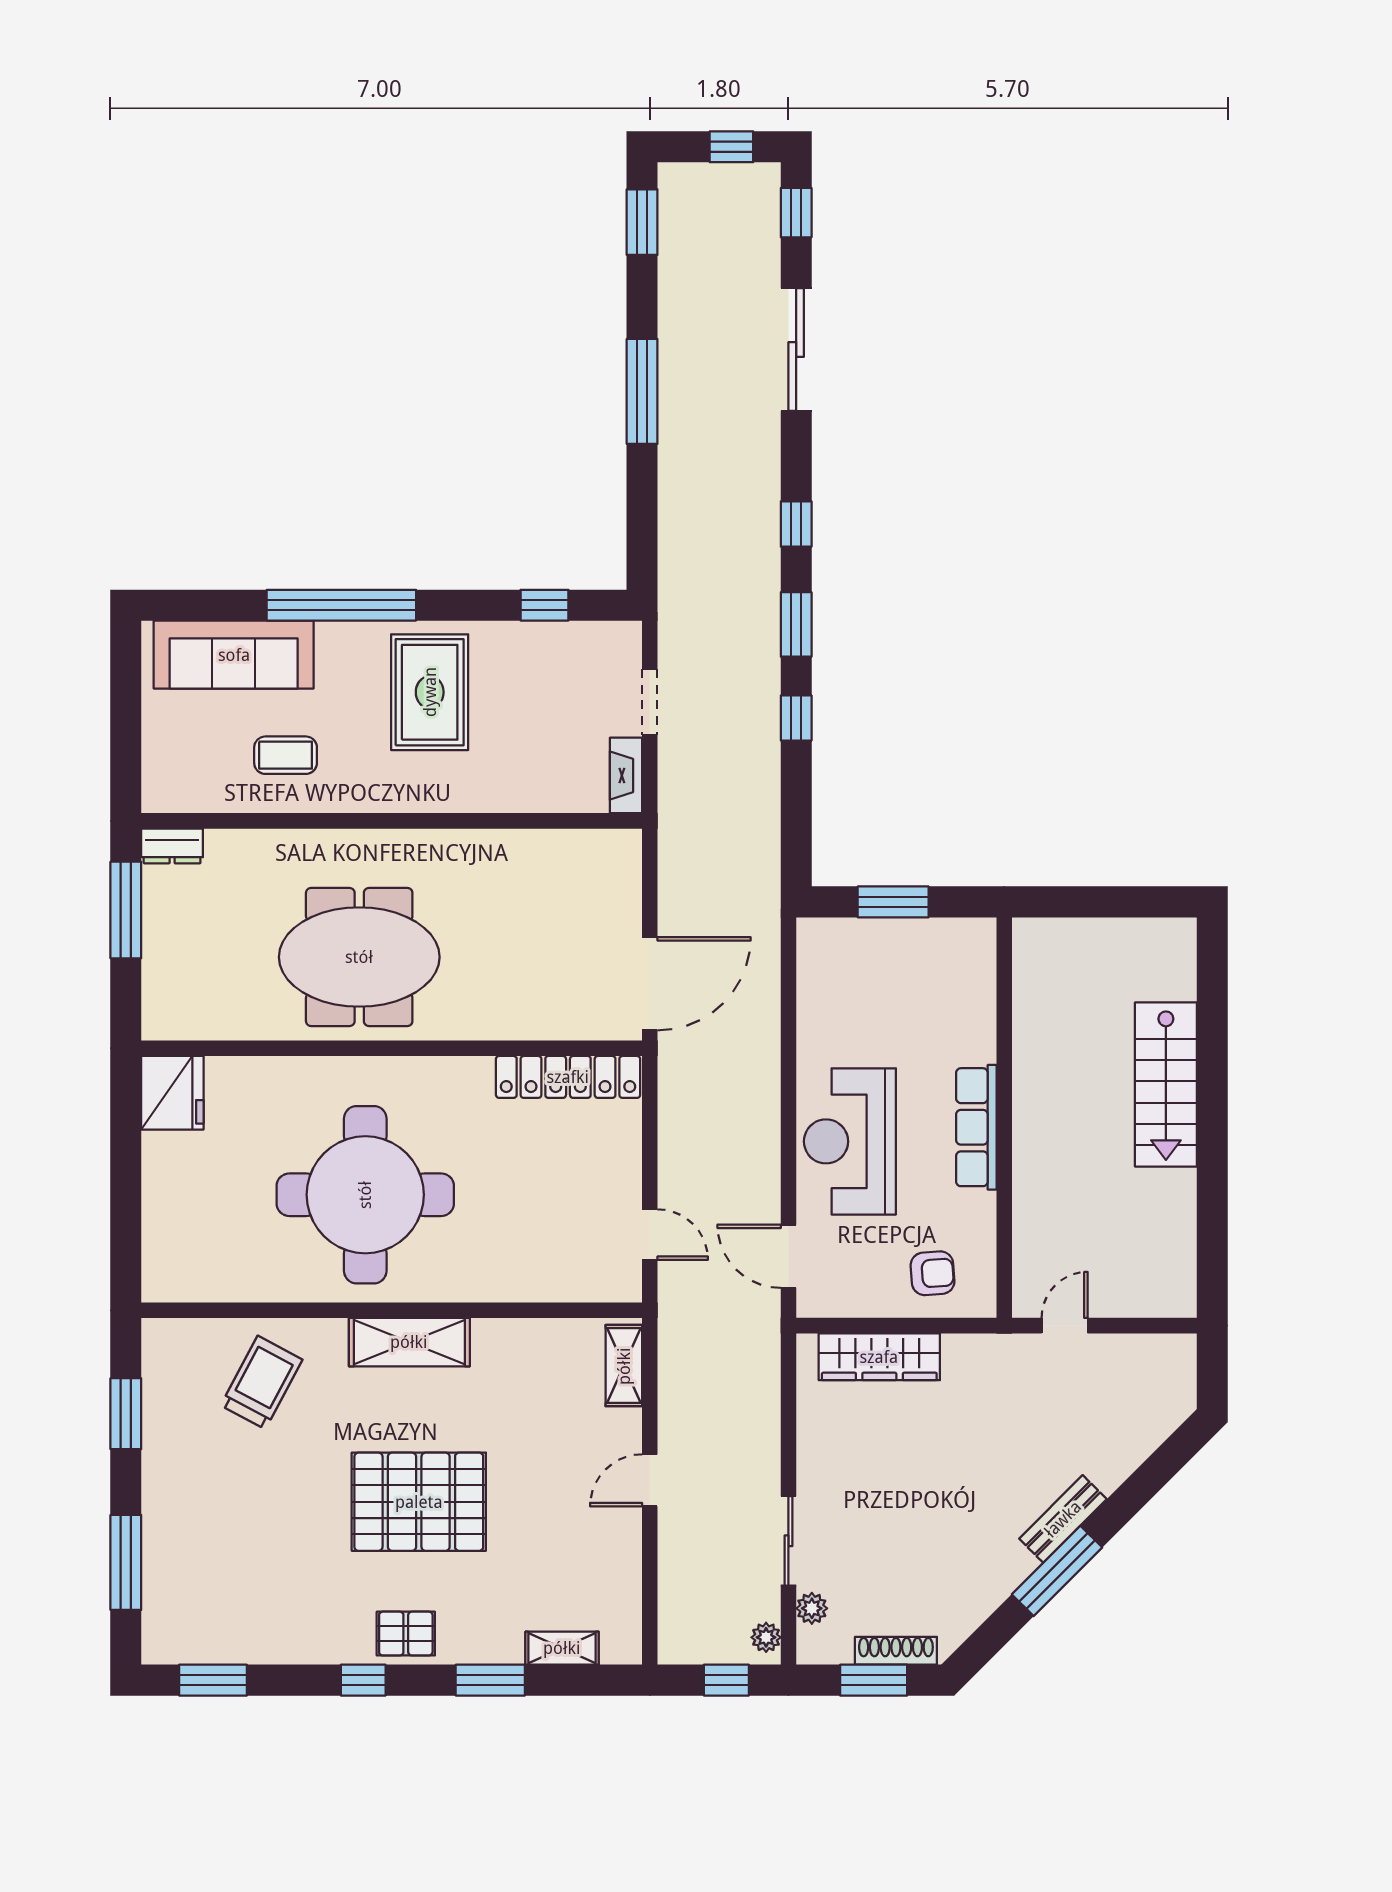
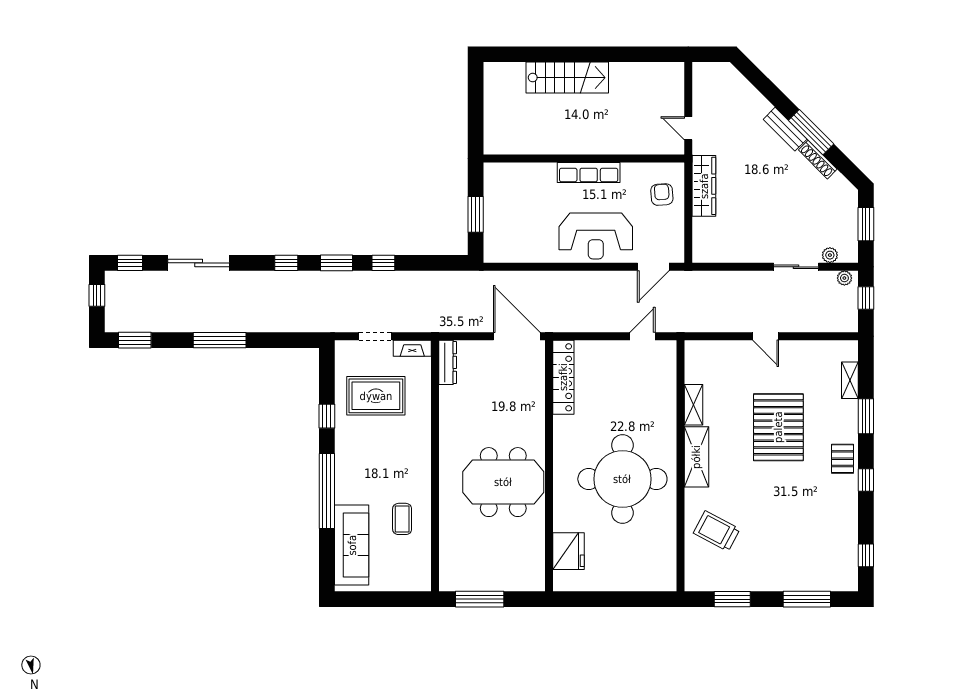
window: (544, 605) -> (327, 416), moved
rug: (430, 692) -> (376, 396), moved
dresser: (172, 846) -> (448, 362), moved, width x1.44
meeting table: (359, 957) -> (503, 482), turned 90
fridge: (172, 1093) -> (569, 551), moved, turned 90
wardrobe: (879, 1357) -> (704, 186), moved
shelving: (624, 1366) -> (693, 405), moved, turned 90
pallet: (419, 1502) -> (778, 427), moved
shoe rack: (896, 1651) -> (818, 160), moved, turned -45
window: (213, 1680) -> (866, 555), width x0.67

